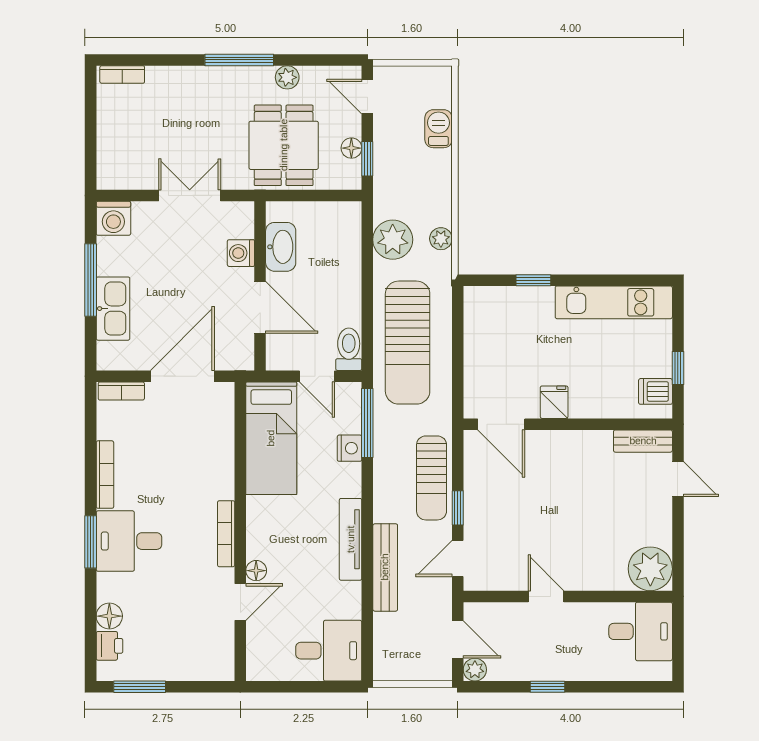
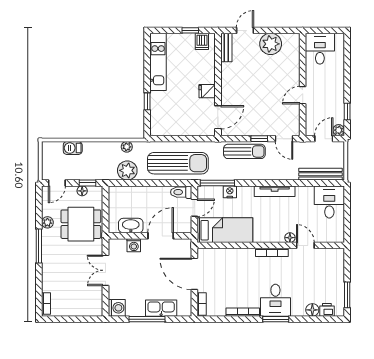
bench: (385, 567) -> (321, 174), moved
plant: (650, 569) -> (271, 44), moved
window: (547, 687) -> (347, 112), moved

